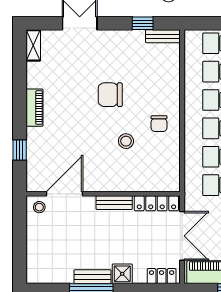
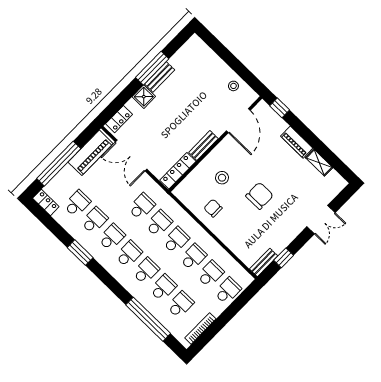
shelving: (33, 45) -> (319, 163), moved
door: (65, 194) -> (238, 121), moved
wall: (103, 194) -> (215, 144), moved
bench: (114, 203) -> (203, 145), moved
locker: (156, 203) -> (178, 171), moved

